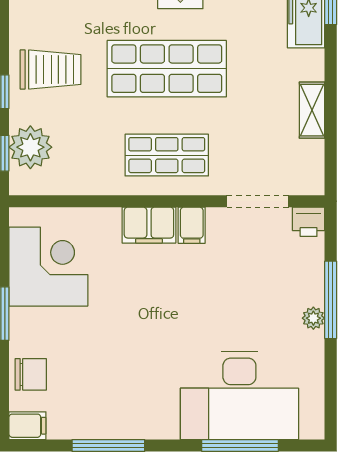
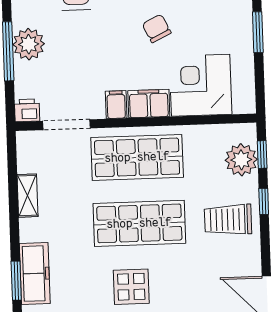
shop shelf: (167, 155) -> (137, 157), width x1.43, depth x1.36
corner desk: (48, 267) -> (201, 85), moved, turned 90
plant: (313, 318) -> (29, 44), width x1.88, depth x1.88
chair: (135, 323) -> (157, 28), added

